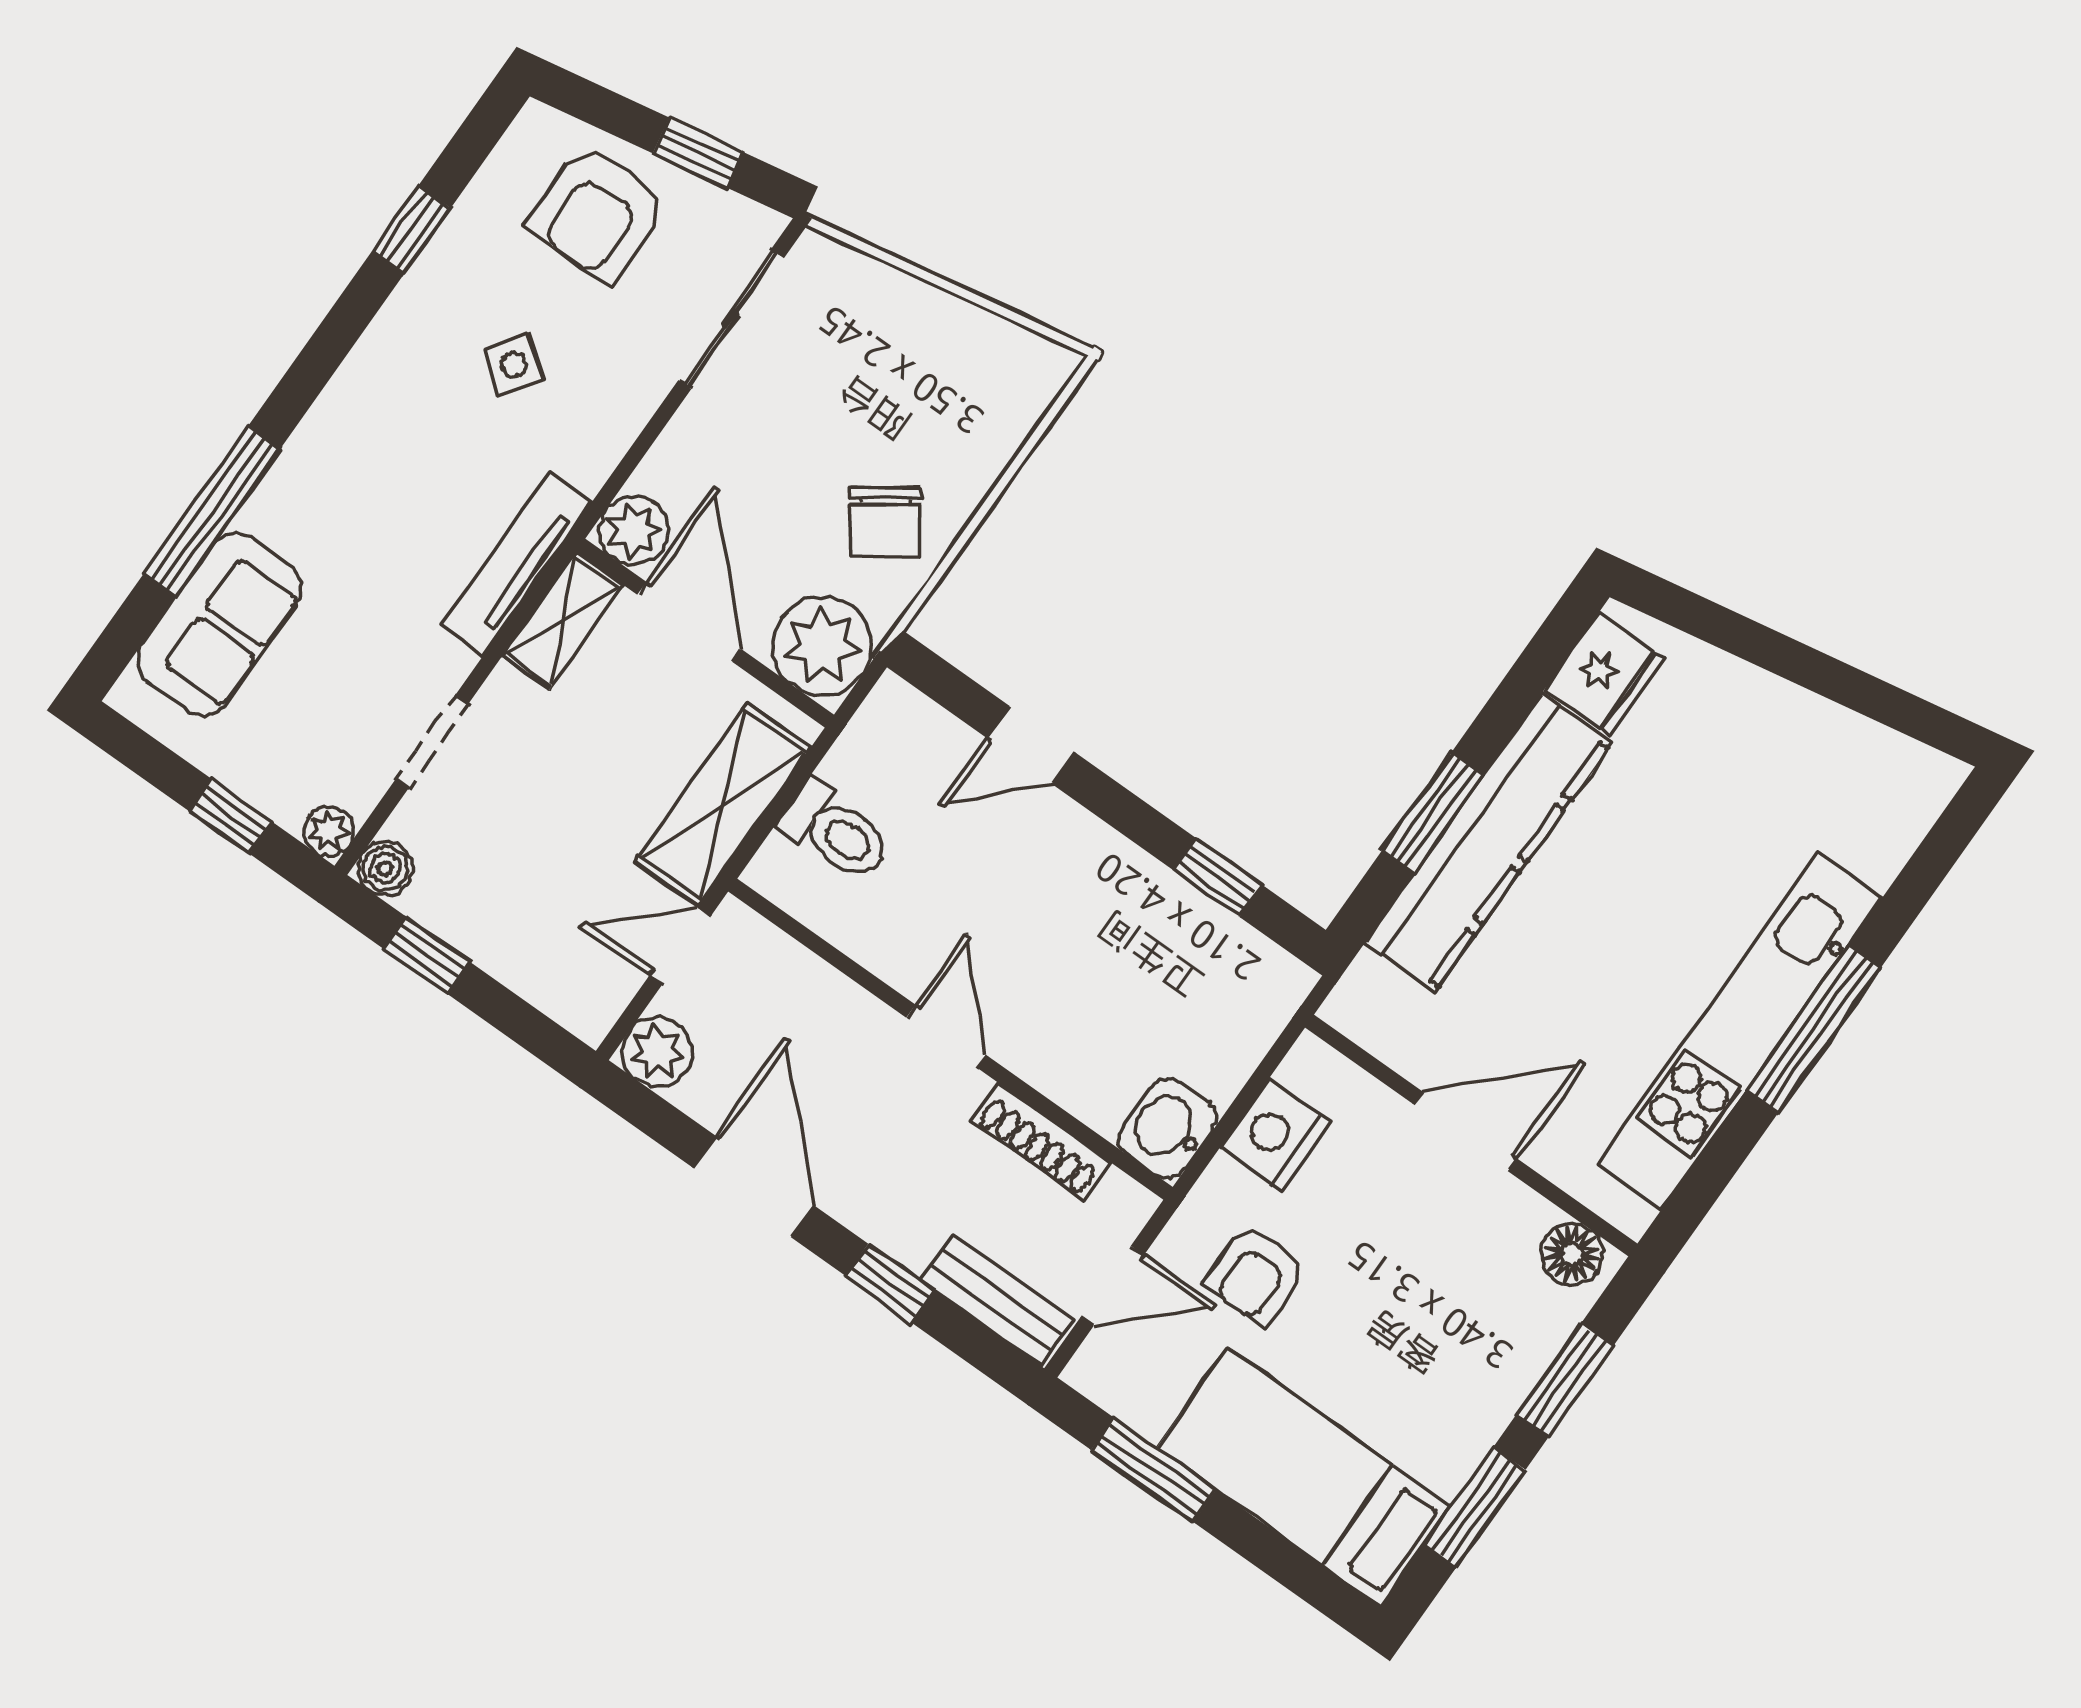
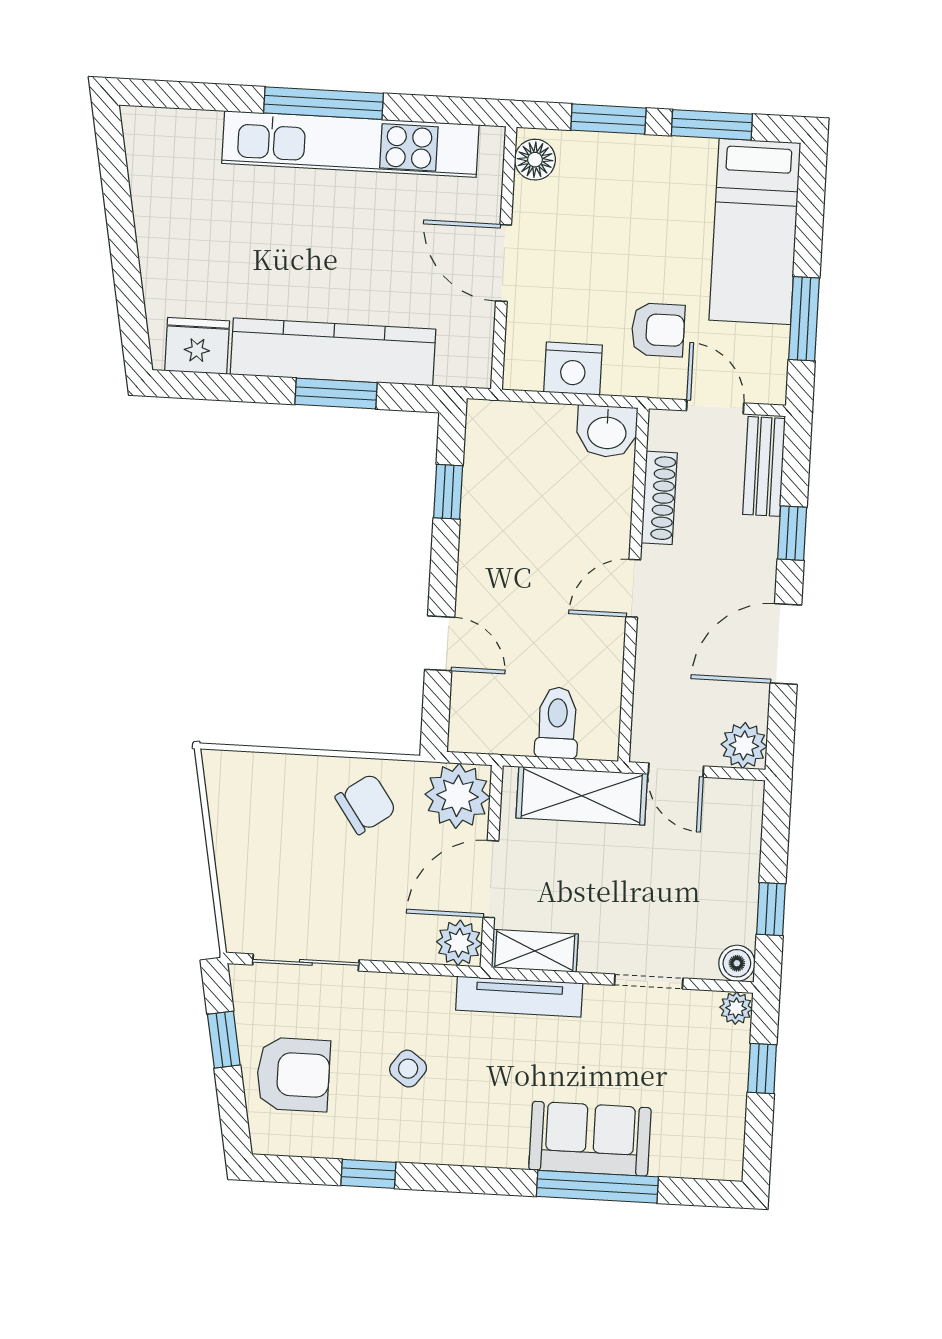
sofa: (219, 624) -> (590, 1139), moved

